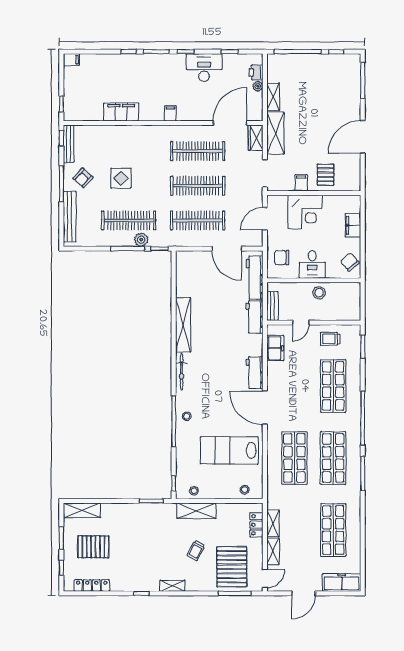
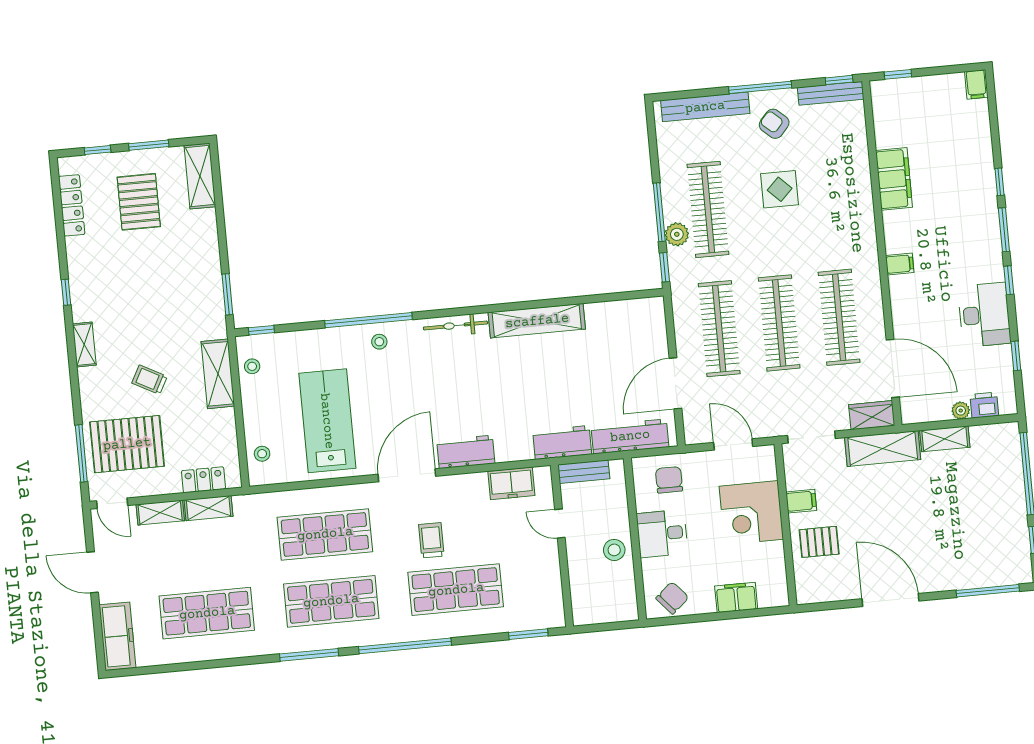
trolley: (330, 339) -> (431, 540), moved

